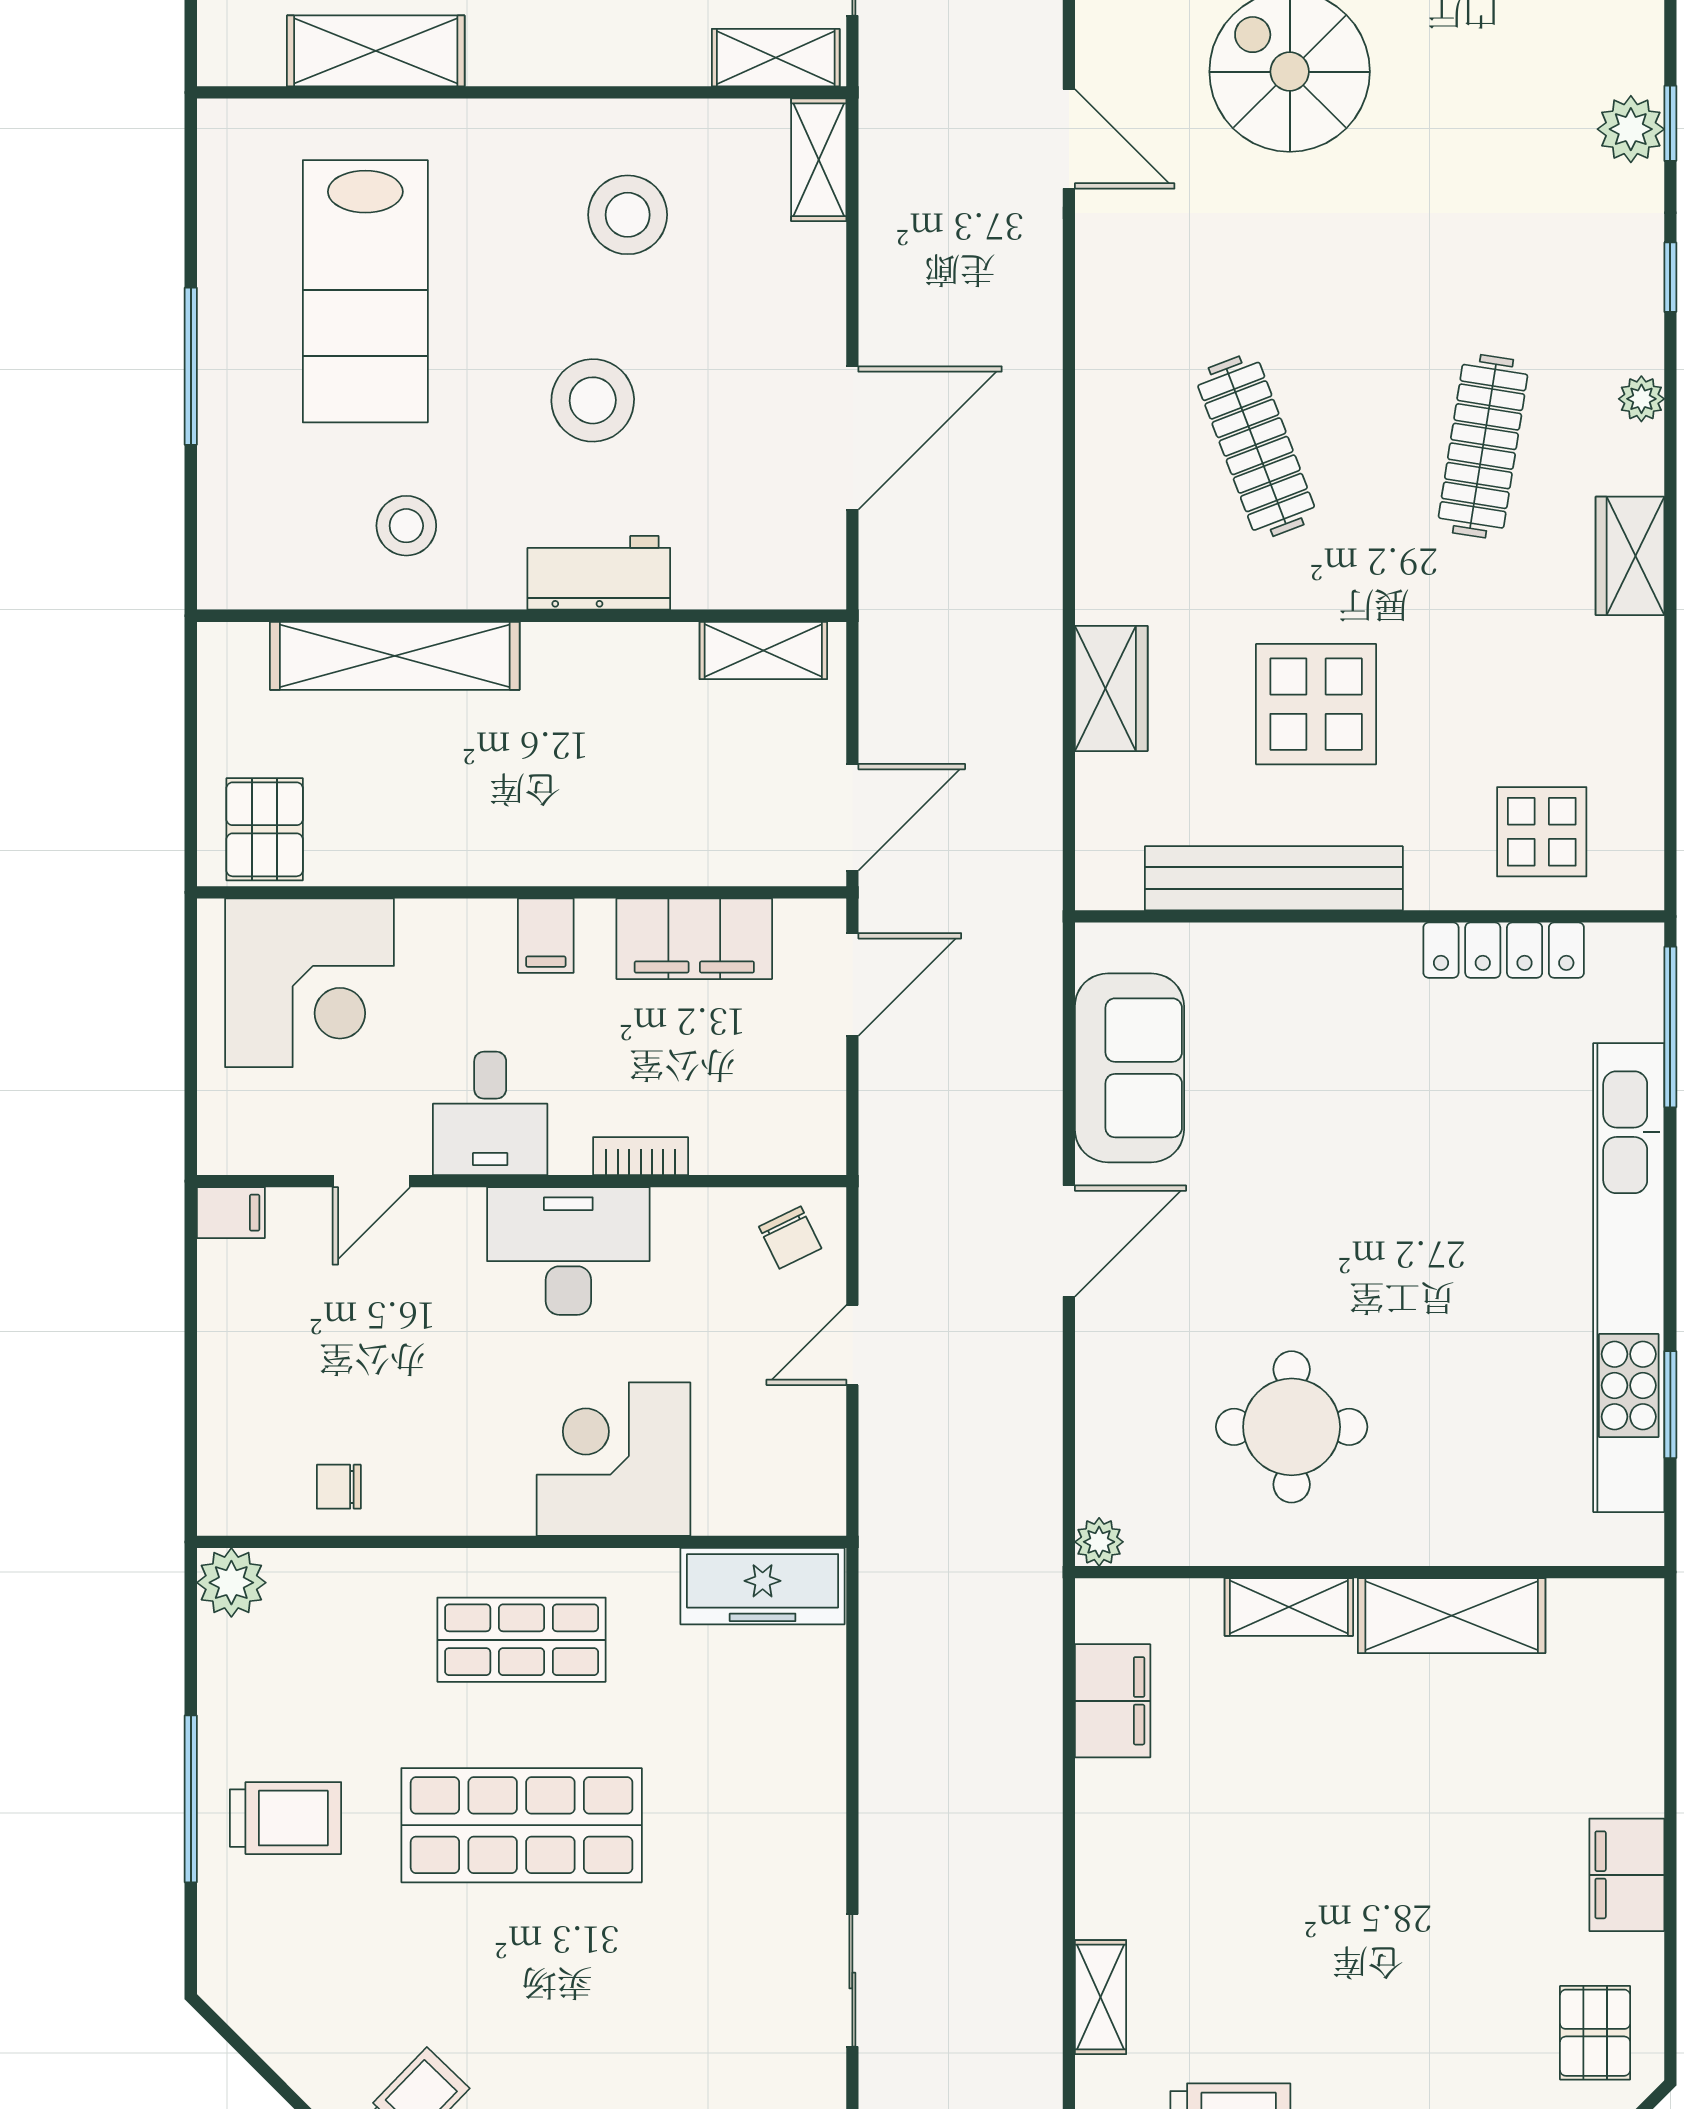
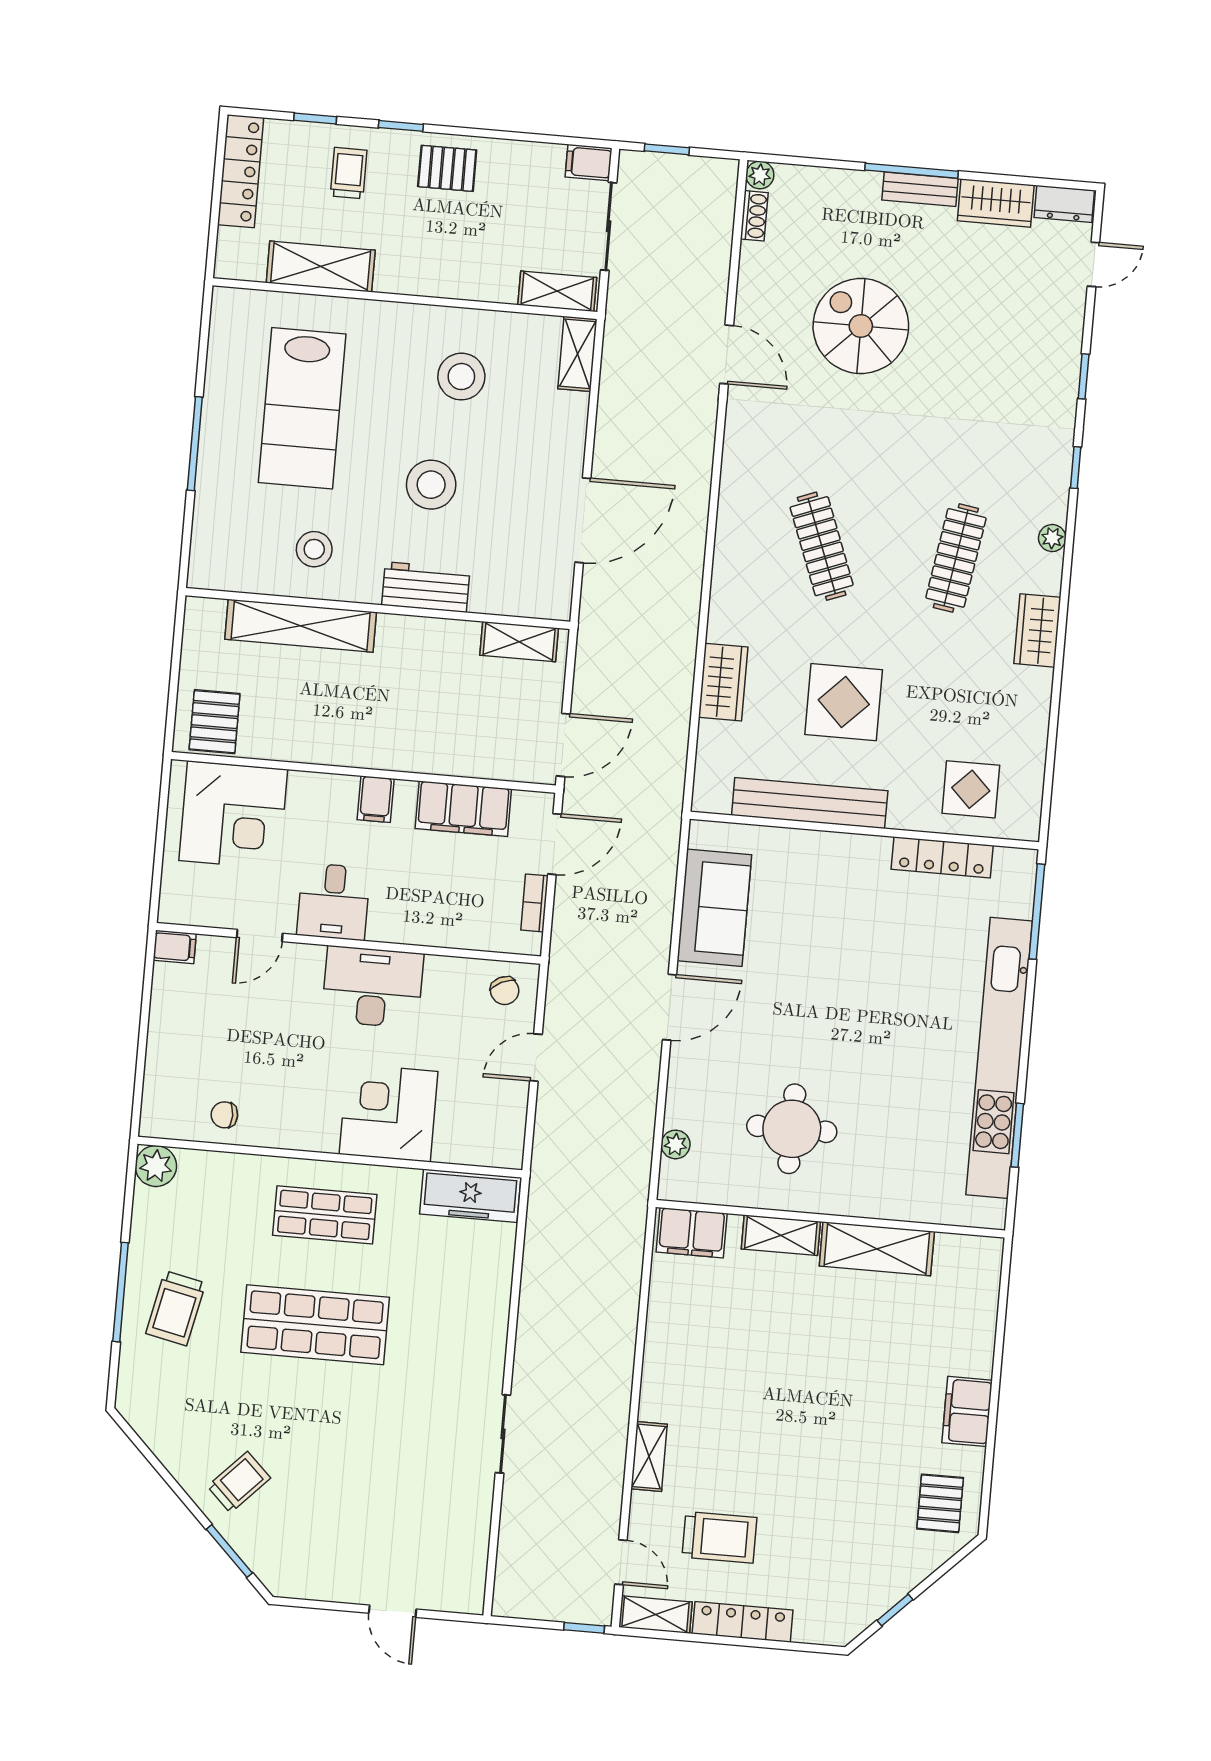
plant: (1631, 129) -> (1060, 378), removed
bookcase: (641, 1156) -> (534, 903), moved, turned -90
plant: (1099, 1542) -> (676, 1144), moved
filing cabinet: (1113, 1701) -> (692, 1233), moved, turned 90
trolley: (286, 1818) -> (176, 1308), turned 102

